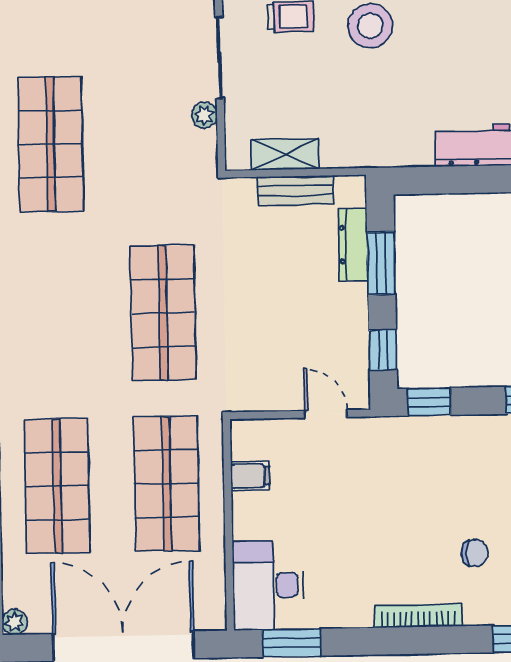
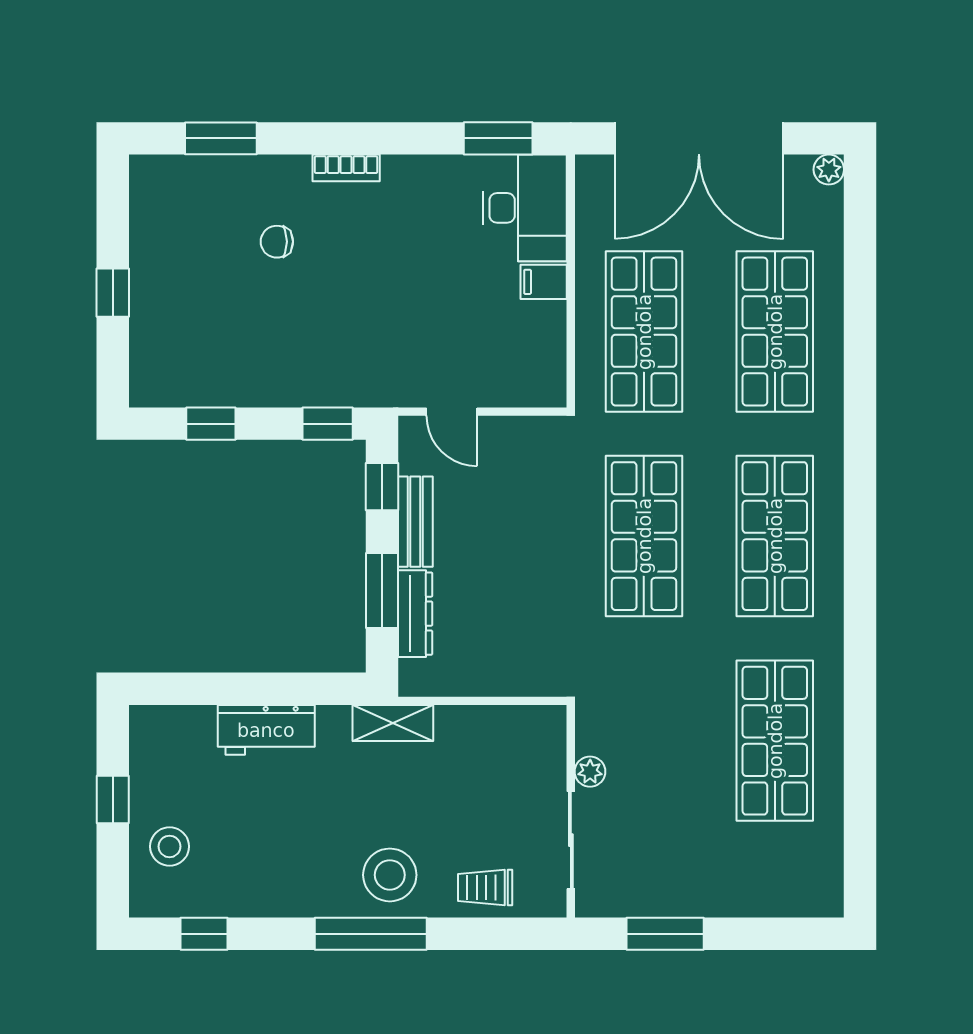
shelving: (285, 154) -> (393, 723), moved
bench: (296, 190) -> (415, 522), moved, turned 90
shop shelf: (54, 315) -> (775, 536), added
filing cabinet: (250, 476) -> (544, 282), moved
bookcase: (418, 616) -> (346, 168), width x0.64

